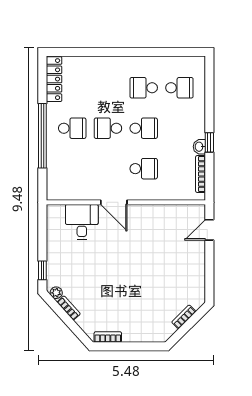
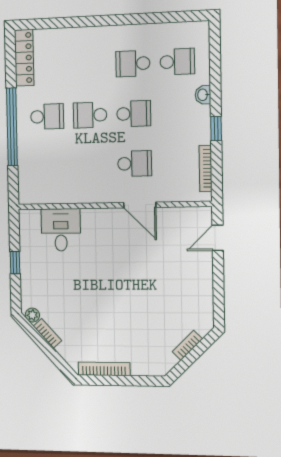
washbasin: (199, 147) -> (203, 95), moved
door: (114, 202) -> (140, 205), moved
window: (42, 270) -> (15, 263), moved
bookcase: (108, 337) -> (104, 369), width x1.56

